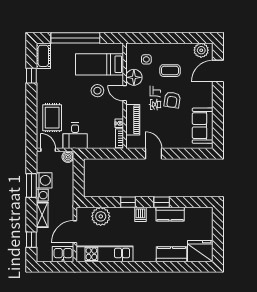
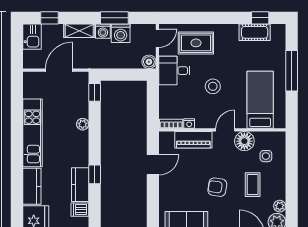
window: (75, 38) -> (292, 71), width x0.68
plant: (188, 48) -> (280, 206), added
cot: (43, 56) -> (255, 32), moved
window: (31, 76) -> (260, 18), moved
stool: (97, 91) -> (213, 86), moved
window: (128, 202) -> (95, 92), moved
dishwasher: (140, 214) -> (80, 210), moved
plant: (101, 216) -> (83, 124), moved, width x0.53, depth x0.53
door: (75, 232) -> (59, 70), hinge flipped
kitchen sink: (63, 254) -> (32, 37), moved
kitchen unit: (104, 254) -> (32, 133), moved

